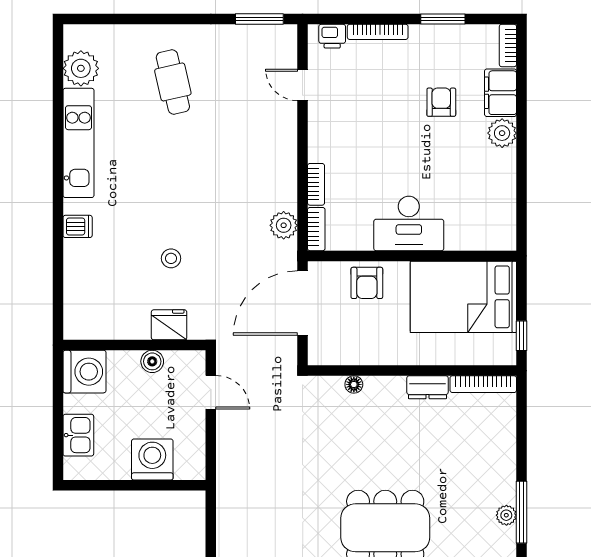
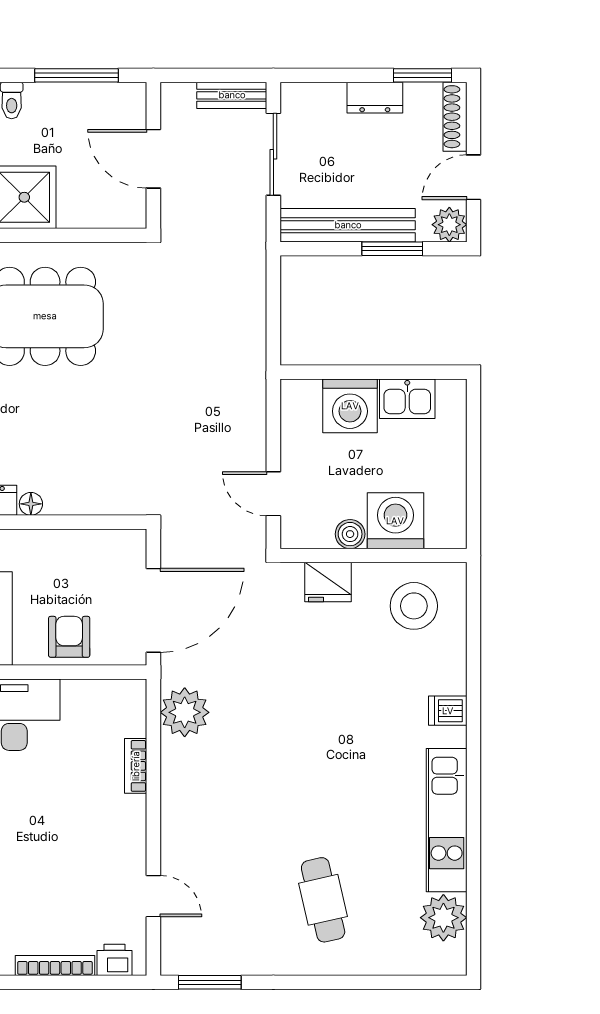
plant: (284, 225) -> (185, 712), width x1.36, depth x1.36
bookcase: (316, 229) -> (135, 707), removed
stool: (171, 258) -> (414, 606), moved, width x1.89, depth x1.89
washing machine: (84, 372) -> (395, 521), moved, turned 90
floor lamp: (354, 384) -> (31, 504), moved
kitchen sink: (78, 435) -> (407, 399), moved, turned -90

